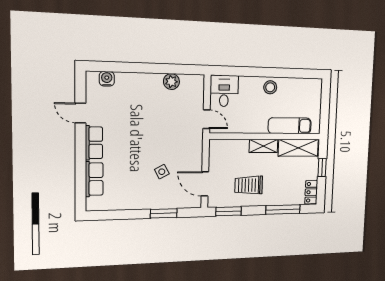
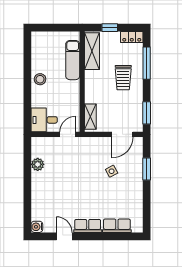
water cooler: (107, 79) -> (37, 227), moved
door: (80, 113) -> (64, 236), swing flipped
shelving: (263, 146) -> (90, 117), moved
trolley: (249, 185) -> (123, 78), moved

